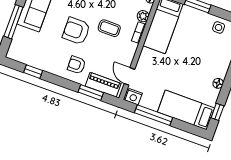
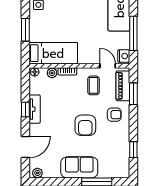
coffee table: (109, 28) -> (93, 85), moved
armchair: (76, 65) -> (114, 115), turned -89
door: (129, 76) -> (108, 66), swing flipped

